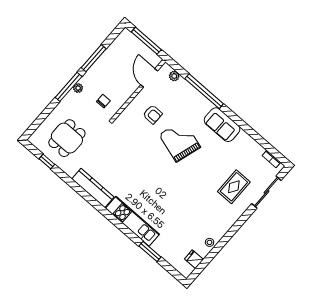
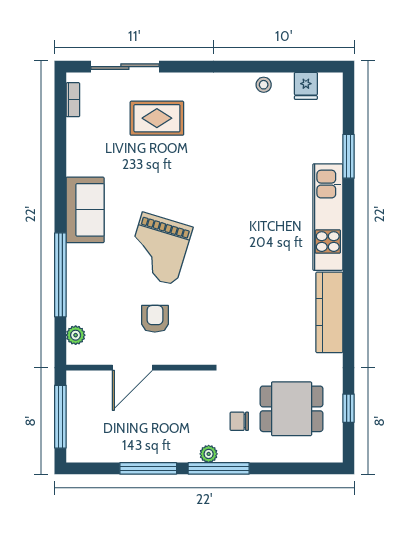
door: (149, 78) -> (132, 368), moved
chair: (103, 101) -> (239, 421), moved

